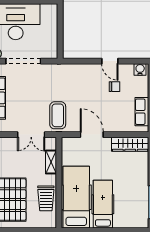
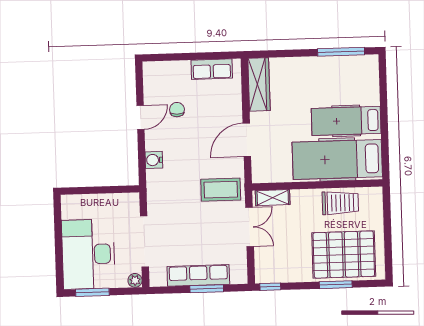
water cooler: (140, 69) -> (154, 160), moved
shelving: (51, 162) -> (273, 198), moved

